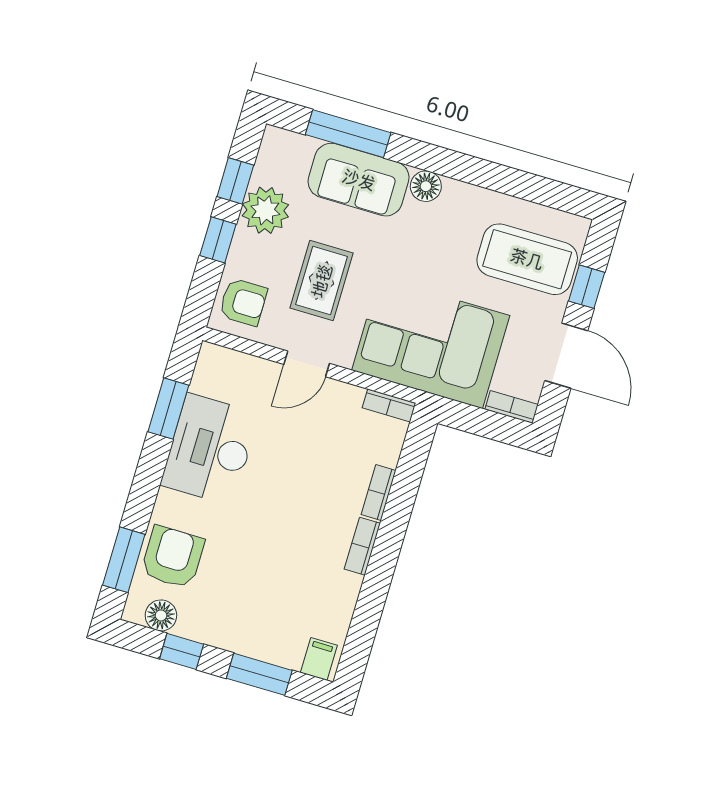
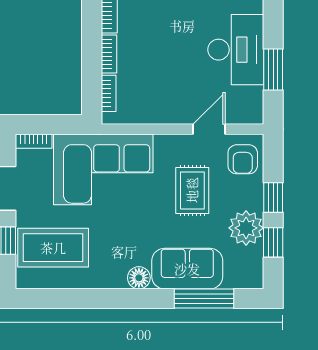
armchair: (243, 302) -> (243, 159), turned -90
door: (307, 364) -> (209, 129), moved
bookcase: (389, 405) -> (109, 93), moved, turned 90

